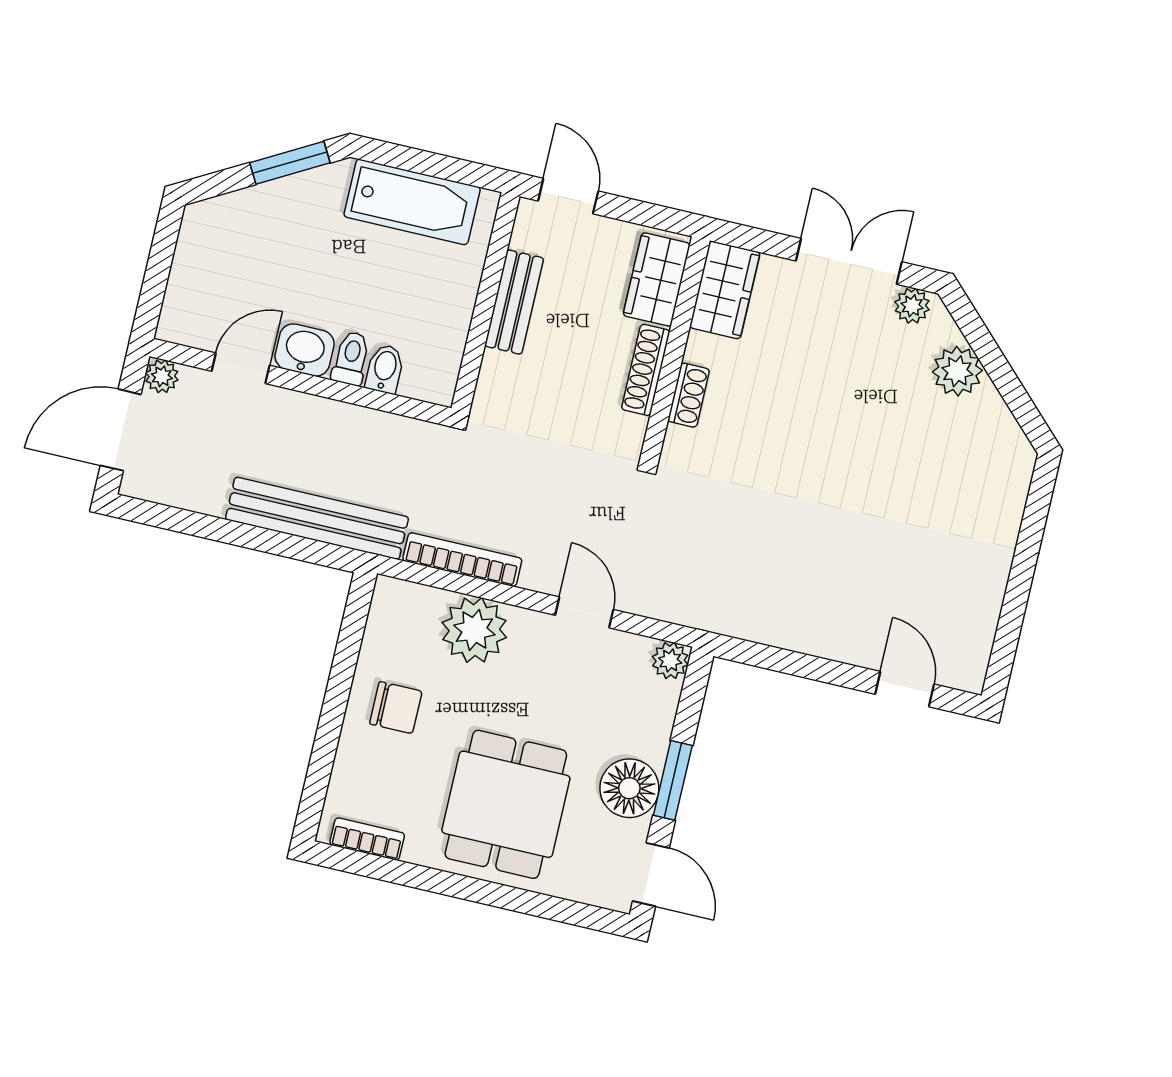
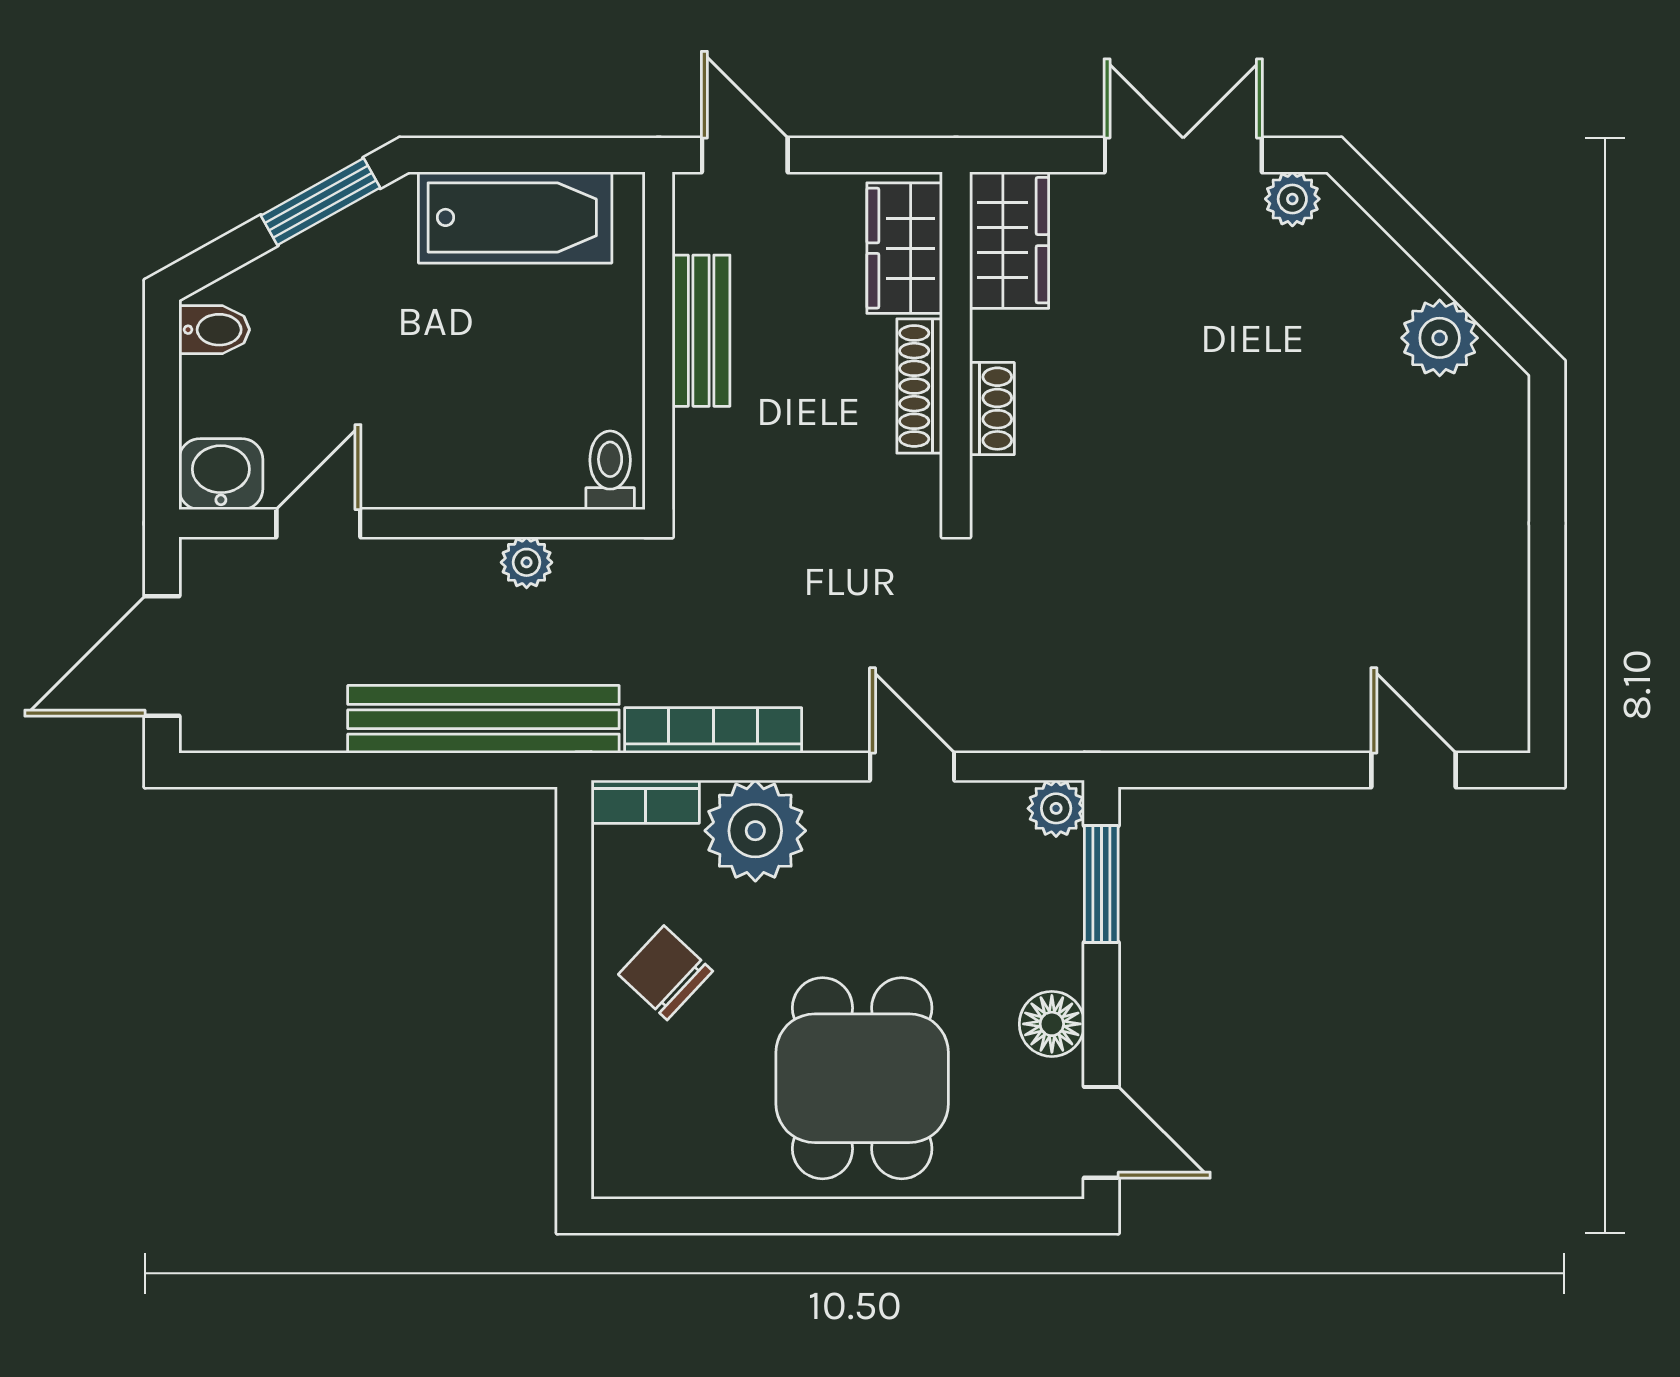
washbasin: (305, 350) -> (221, 474), moved
toilet: (351, 358) -> (610, 470), moved
bidet: (385, 369) -> (214, 330), moved, turned 90
plant: (957, 371) -> (1440, 338), moved
plant: (162, 376) -> (527, 562), moved
chair: (396, 708) -> (666, 973), turned -137
window: (673, 780) -> (1101, 884), moved
floor lamp: (629, 788) -> (1052, 1024), width x0.73, depth x0.73
bookcase: (367, 839) -> (645, 802), moved, turned 180

